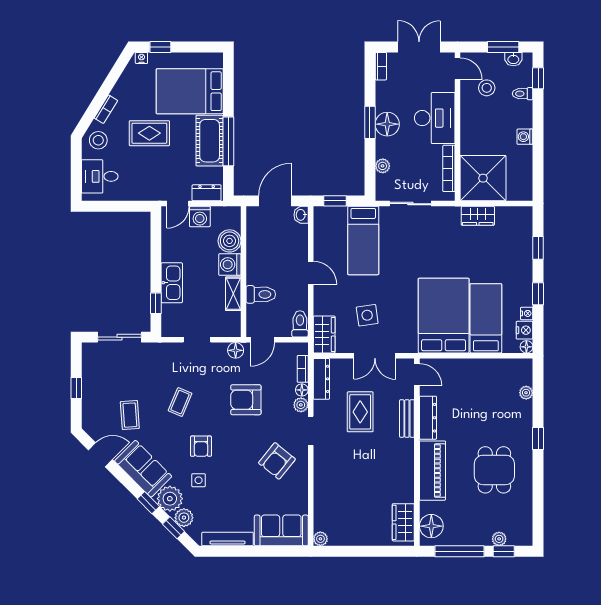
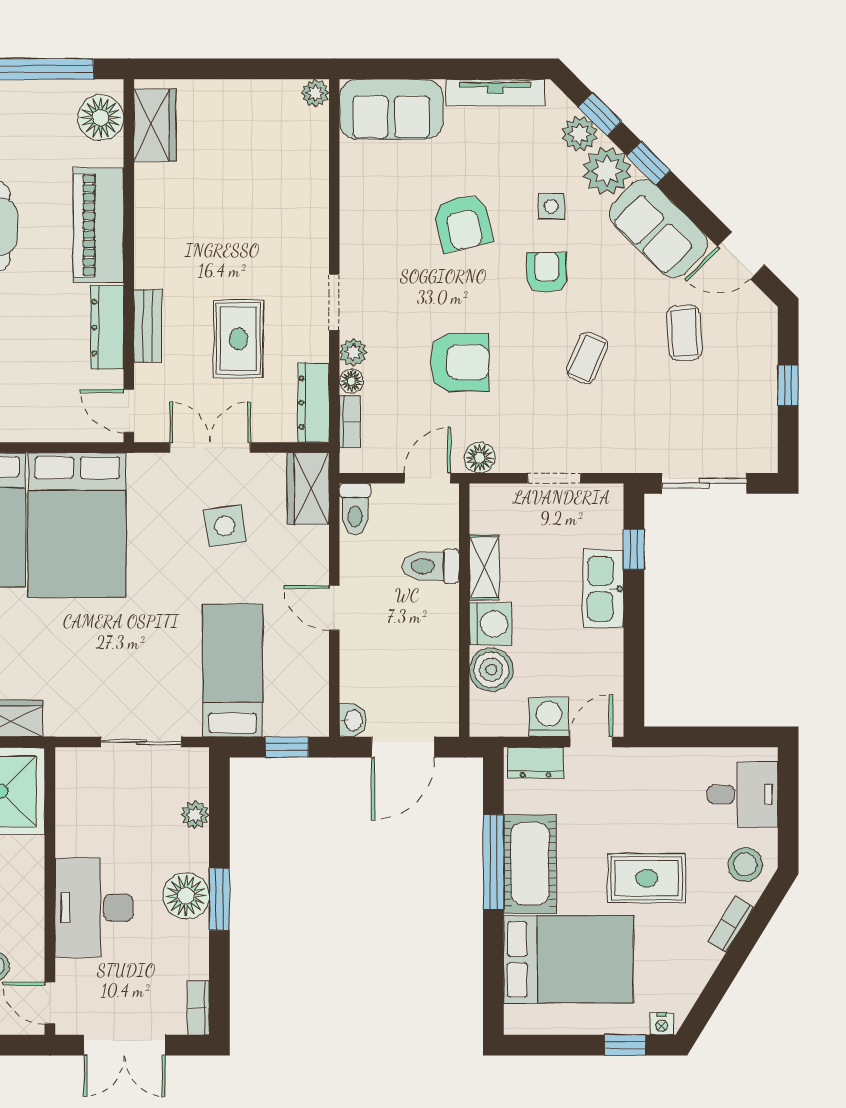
bookcase: (449, 168) -> (67, 810), removed
armchair: (277, 461) -> (463, 223), moved, turned 128

